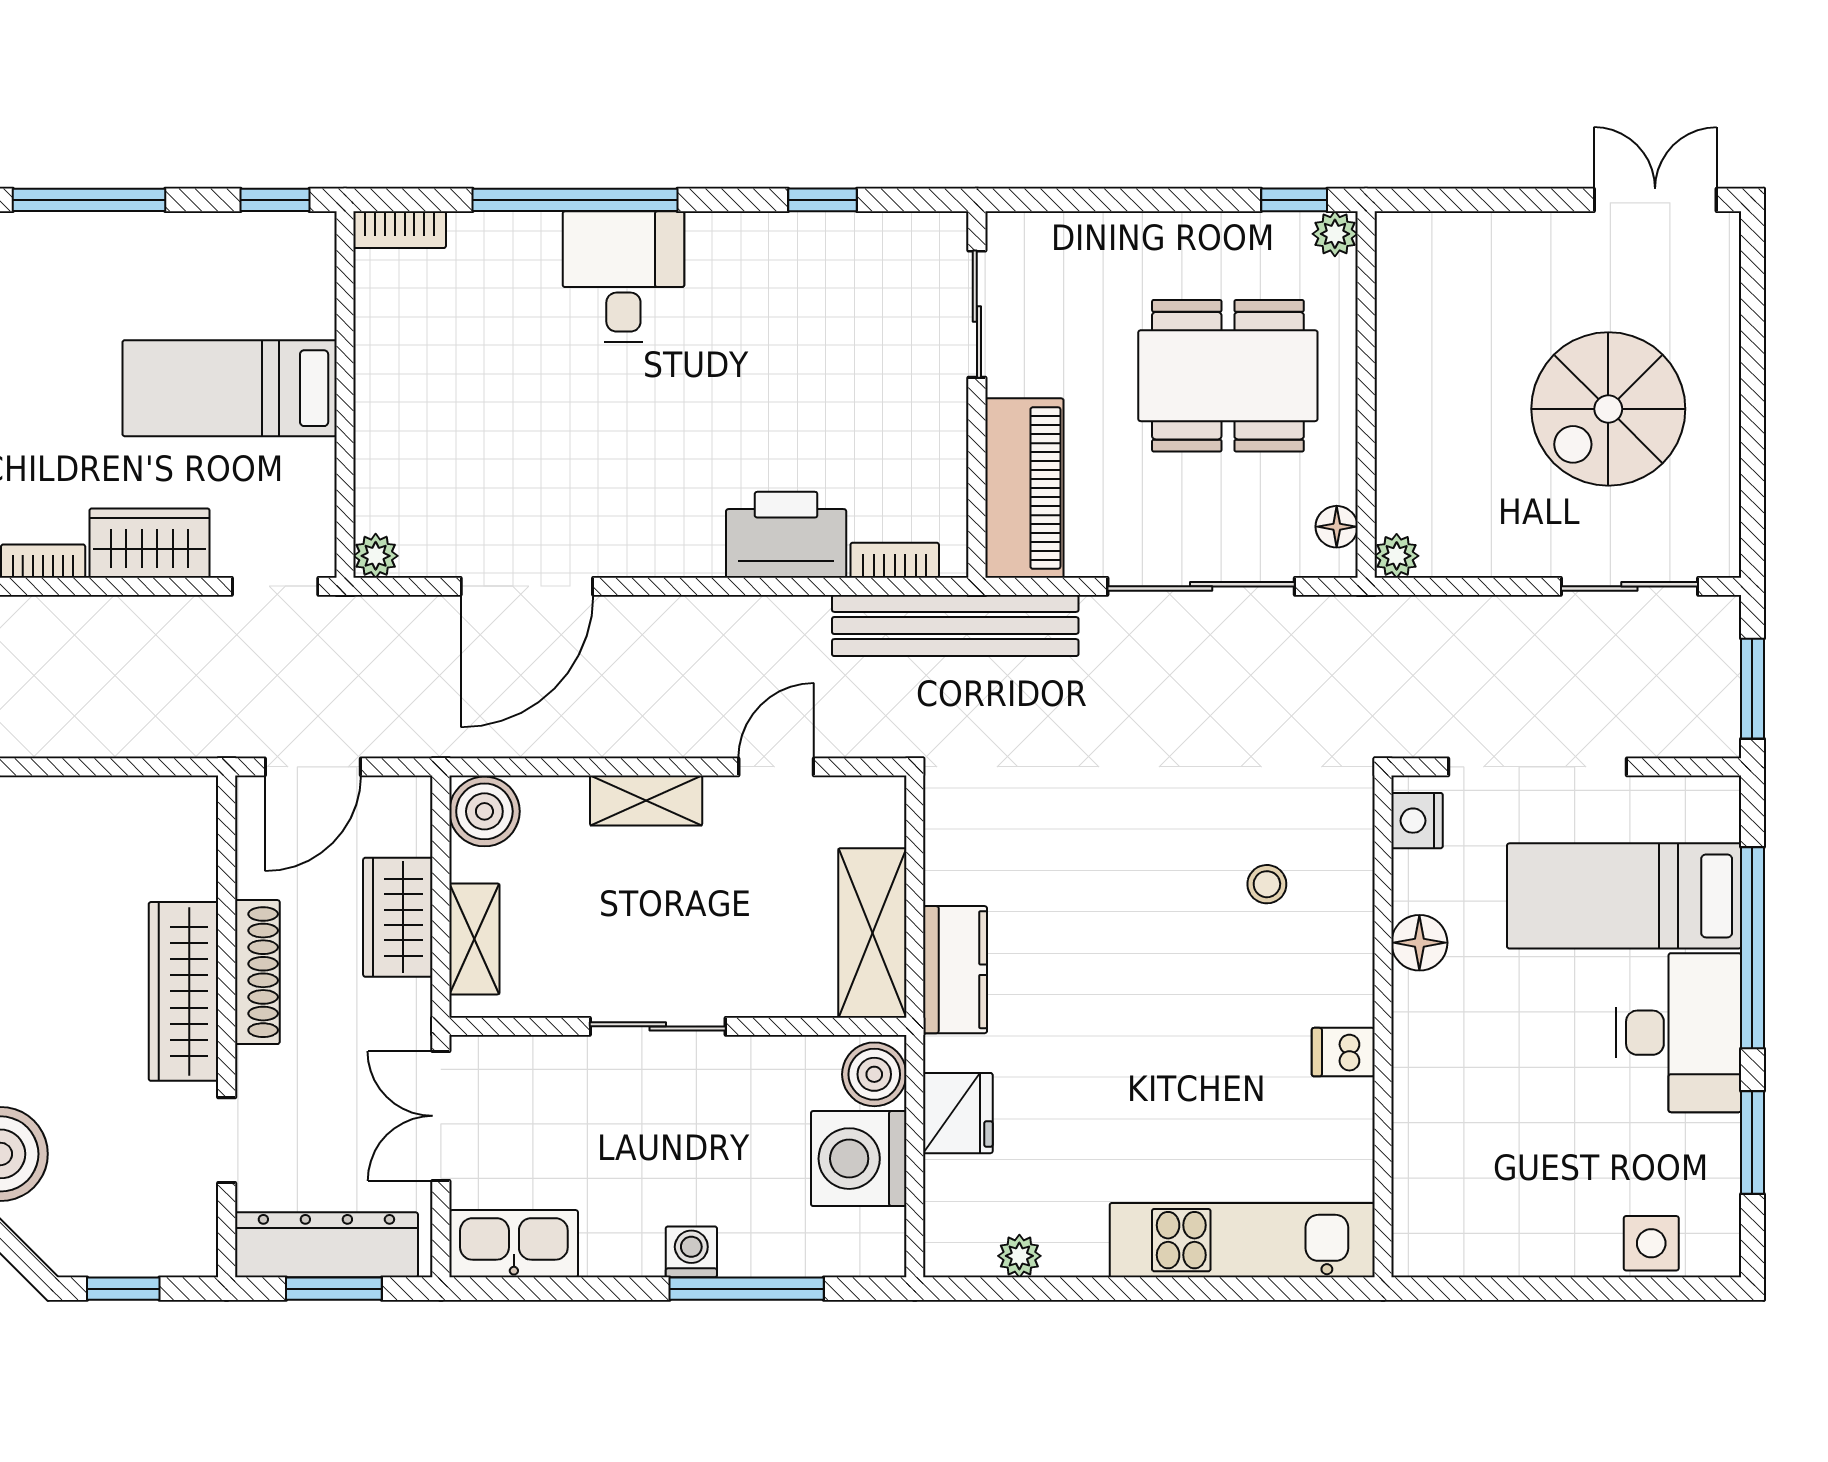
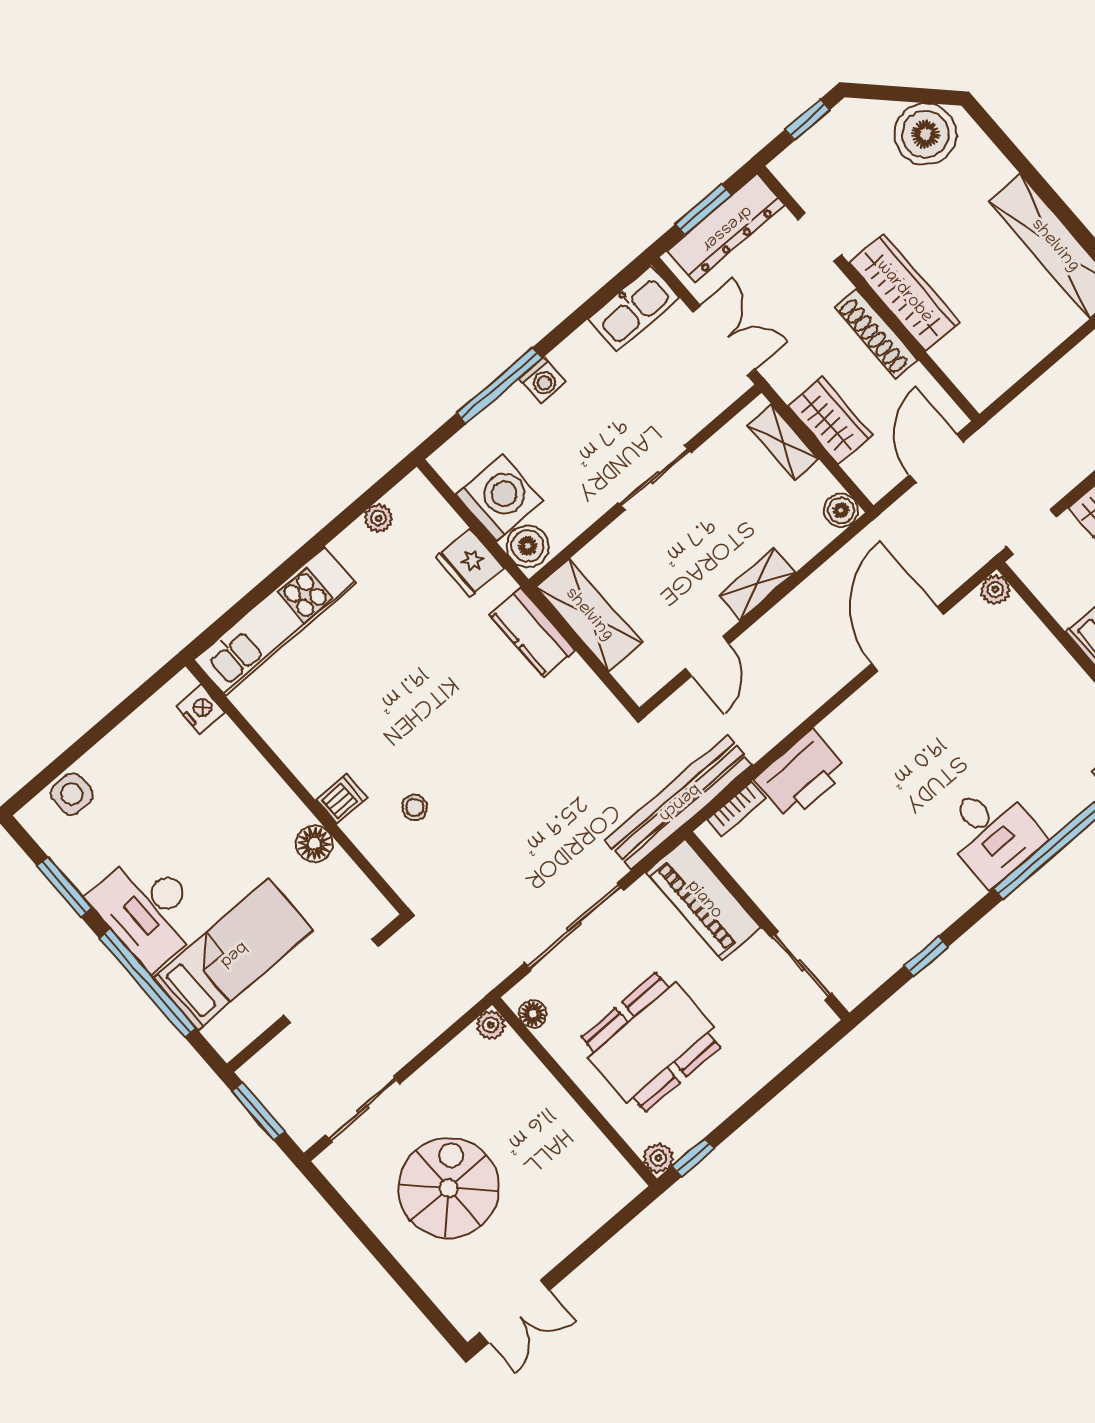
boiler: (484, 811) -> (841, 510), width x0.73, depth x0.73
nightstand: (1417, 821) -> (200, 709), moved
dishwasher: (1343, 1052) -> (342, 799), moved

